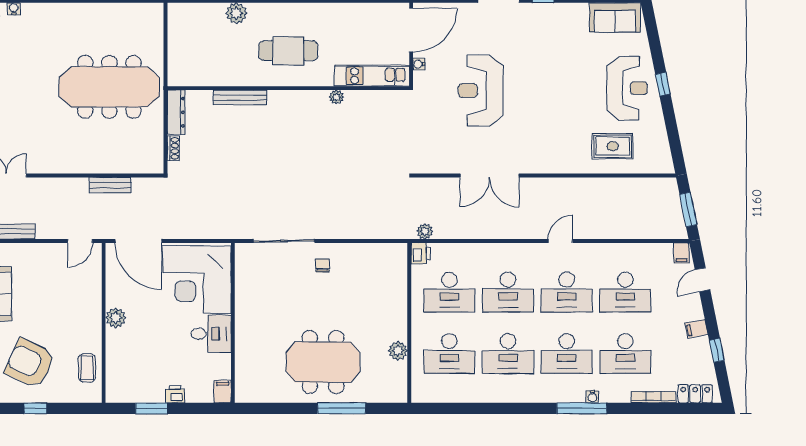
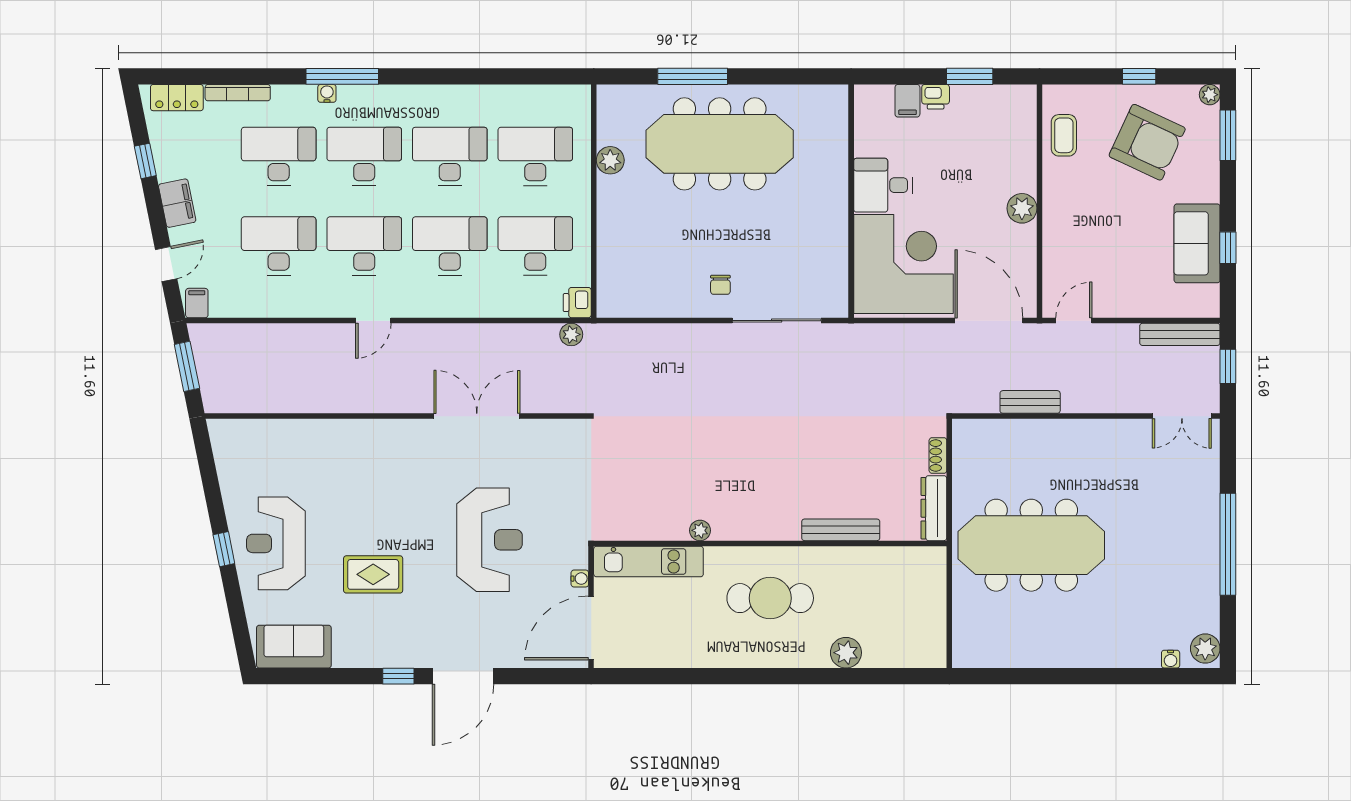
rug: (613, 146) -> (373, 574), moved
filing cabinet: (696, 329) -> (177, 203), width x2.00
meeting table: (323, 362) -> (720, 144), width x1.36
filing cabinet: (223, 392) -> (907, 101), moved

